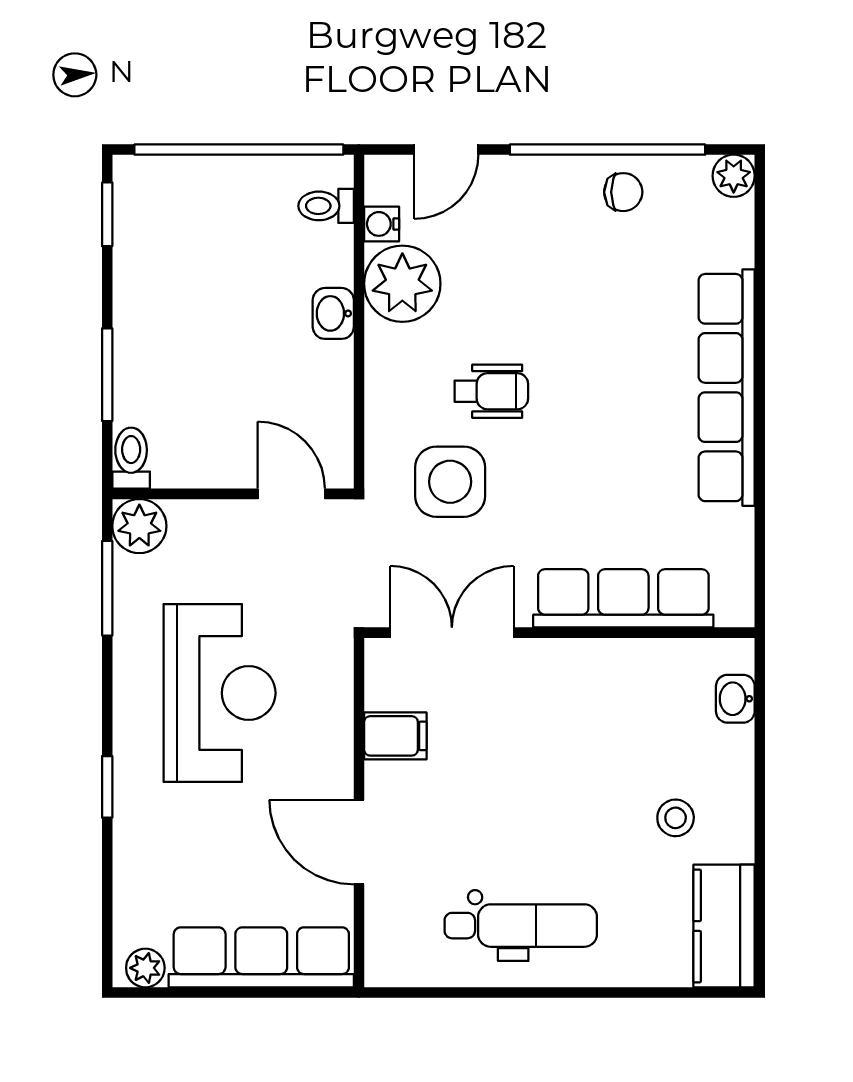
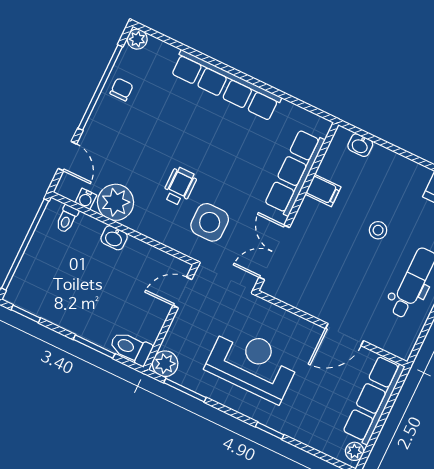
toilet: (131, 458) -> (131, 348), width x1.37, depth x1.39
filing cabinet: (395, 736) -> (323, 190), moved, turned 90
stool: (676, 818) -> (378, 230), moved

